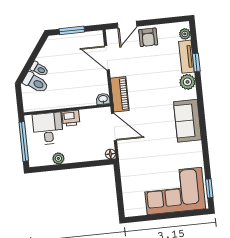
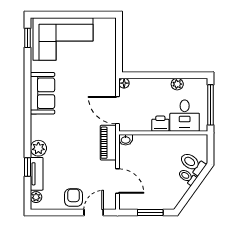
sofa: (187, 121) -> (42, 93), moved

